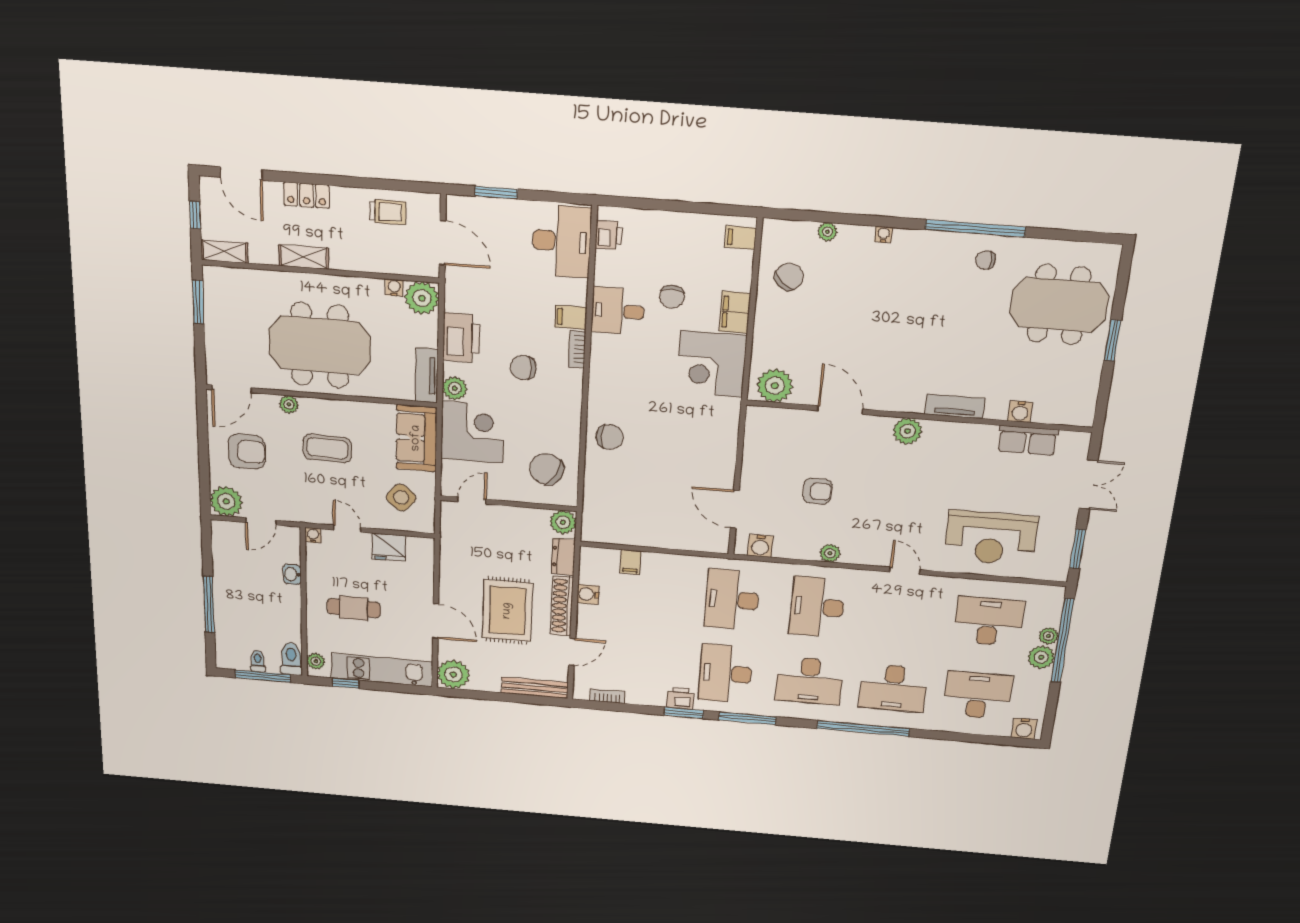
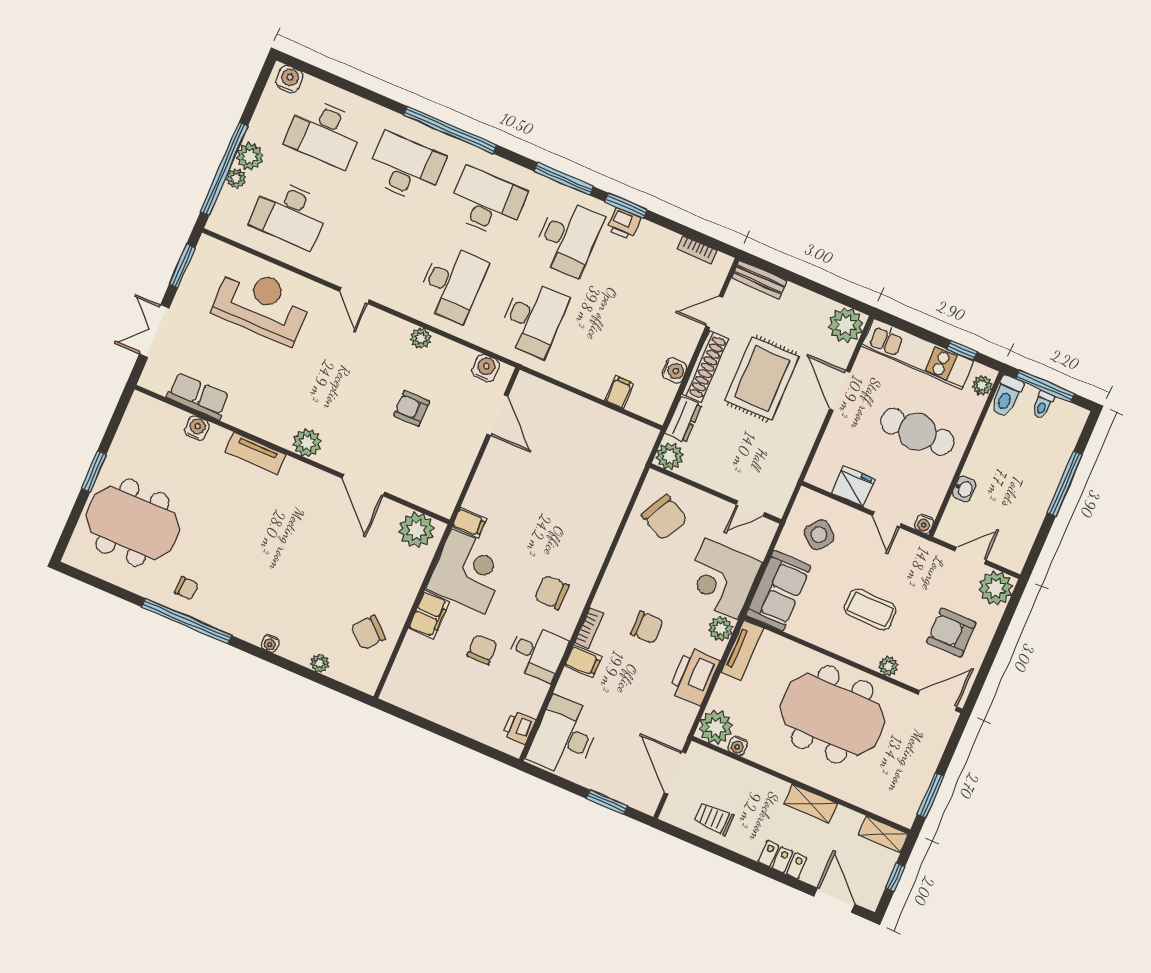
filing cabinet: (741, 238) -> (469, 523), moved
chair: (610, 437) -> (552, 592), moved
cafe table: (354, 608) -> (917, 432), width x1.37, depth x1.35
bench: (535, 688) -> (759, 279), width x0.73

